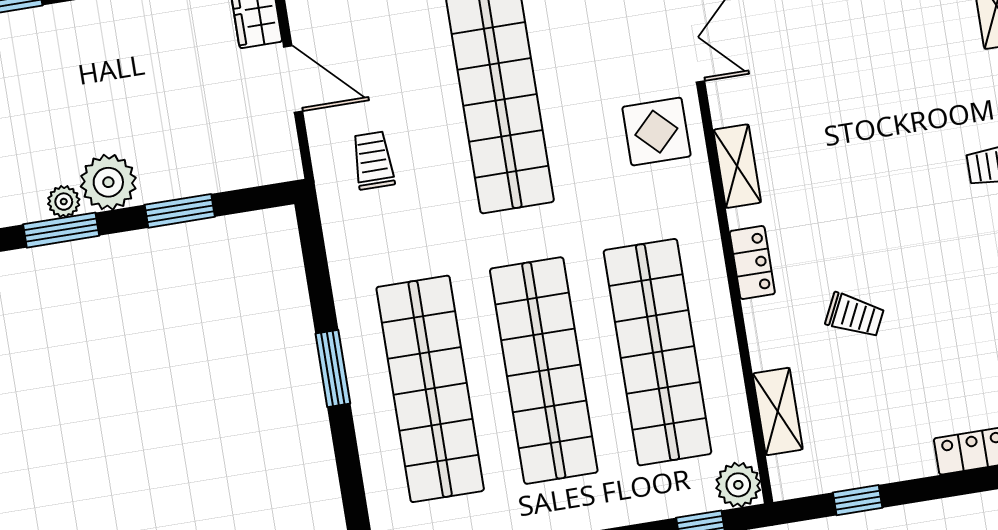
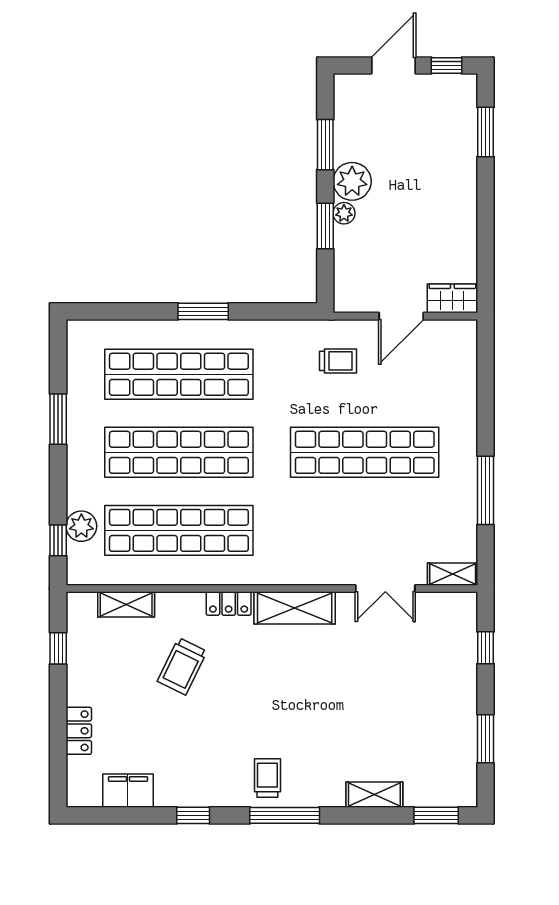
display table: (656, 132) -> (327, 554), removed
shelving: (737, 166) -> (295, 608), width x1.50, depth x1.33
plant: (64, 202) -> (344, 213), moved
trolley: (855, 315) -> (182, 666), width x1.36, depth x1.39
plant: (738, 485) -> (81, 526), moved

